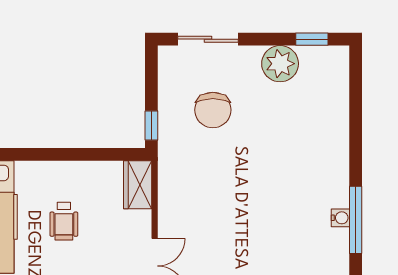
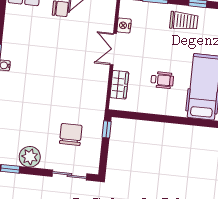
wardrobe: (138, 185) -> (119, 85), moved
wheelchair: (64, 221) -> (162, 80), turned 90

